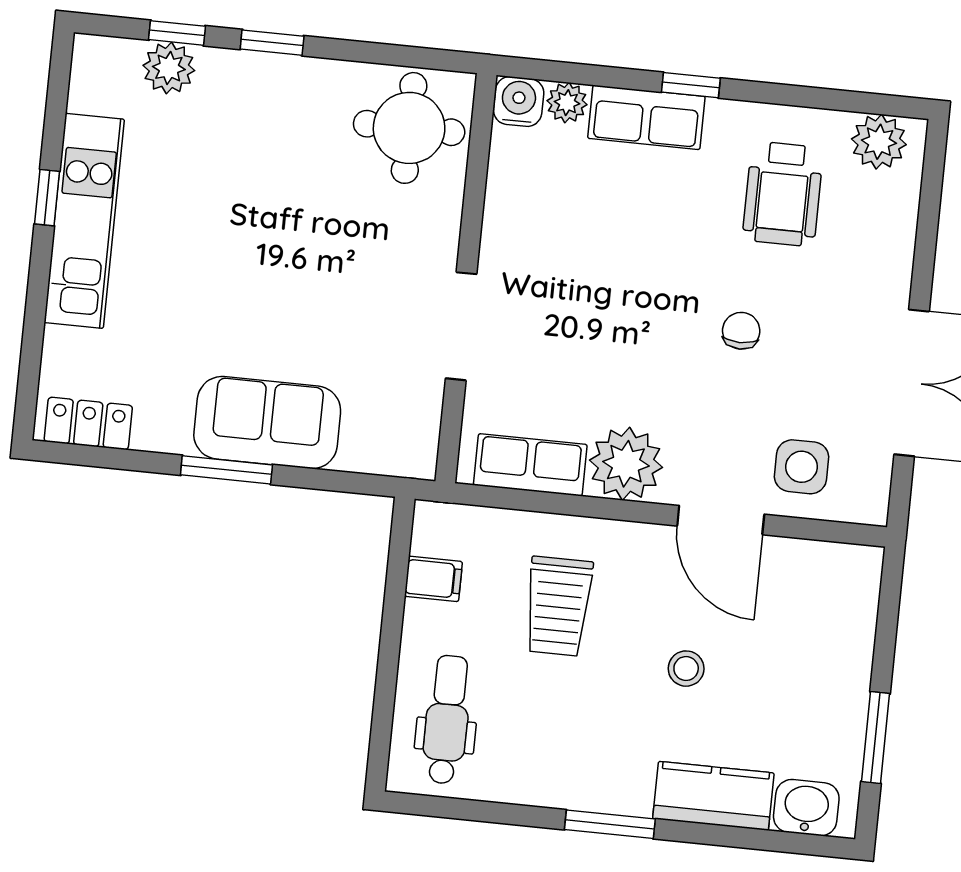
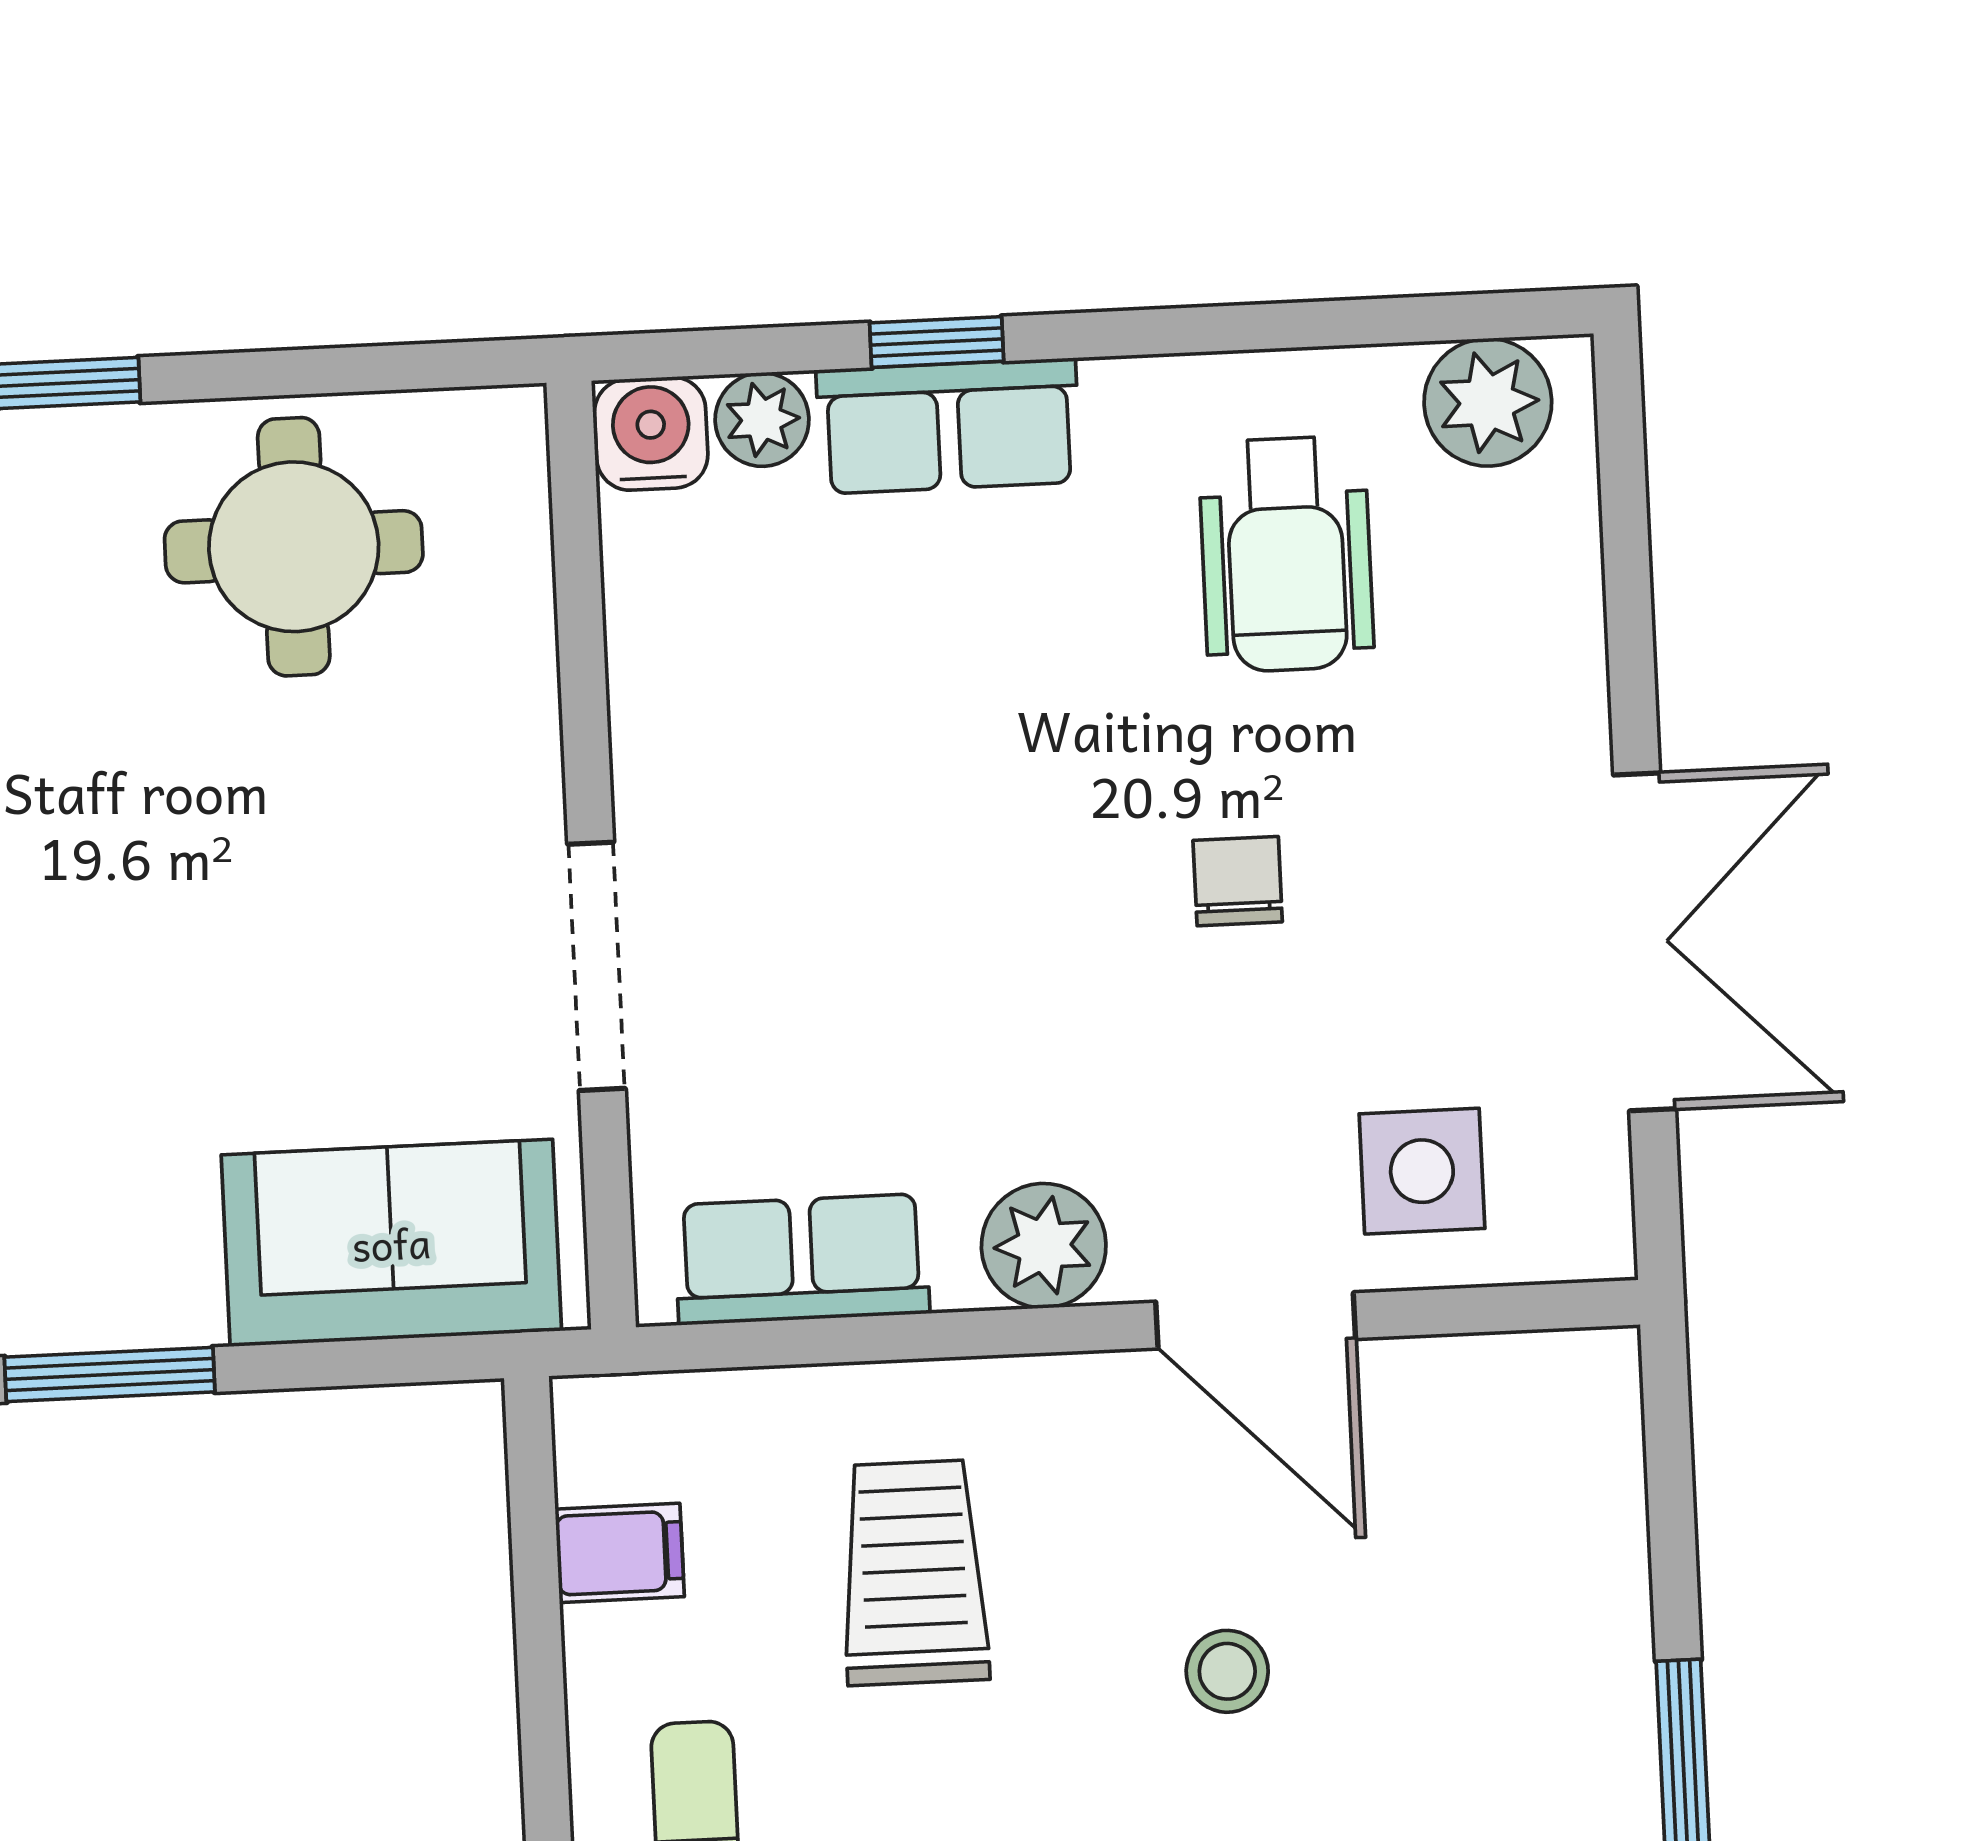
window: (691, 85) -> (937, 342), moved
round table: (409, 128) -> (294, 547), moved
sofa: (267, 423) -> (391, 1243), moved
plant: (626, 464) -> (1044, 1246), width x0.73, depth x0.73
trolley: (558, 606) -> (914, 1573), turned 180

